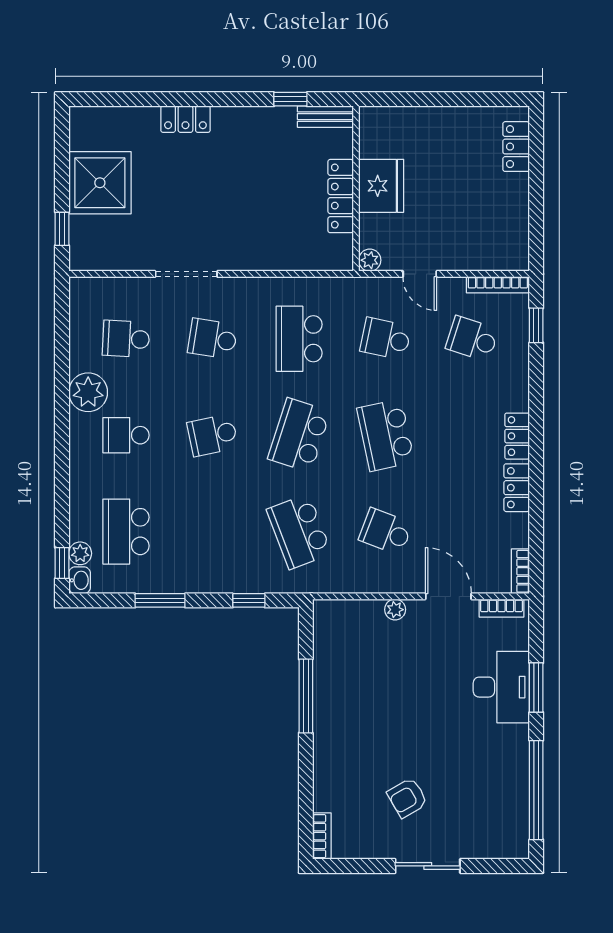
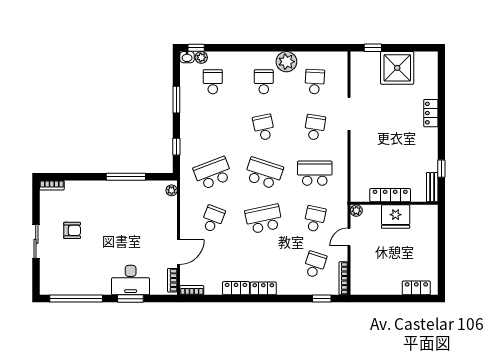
school desk: (126, 532) -> (213, 82), width x0.54
plant: (395, 610) -> (172, 190), moved
armchair: (407, 798) -> (72, 230), turned 120

